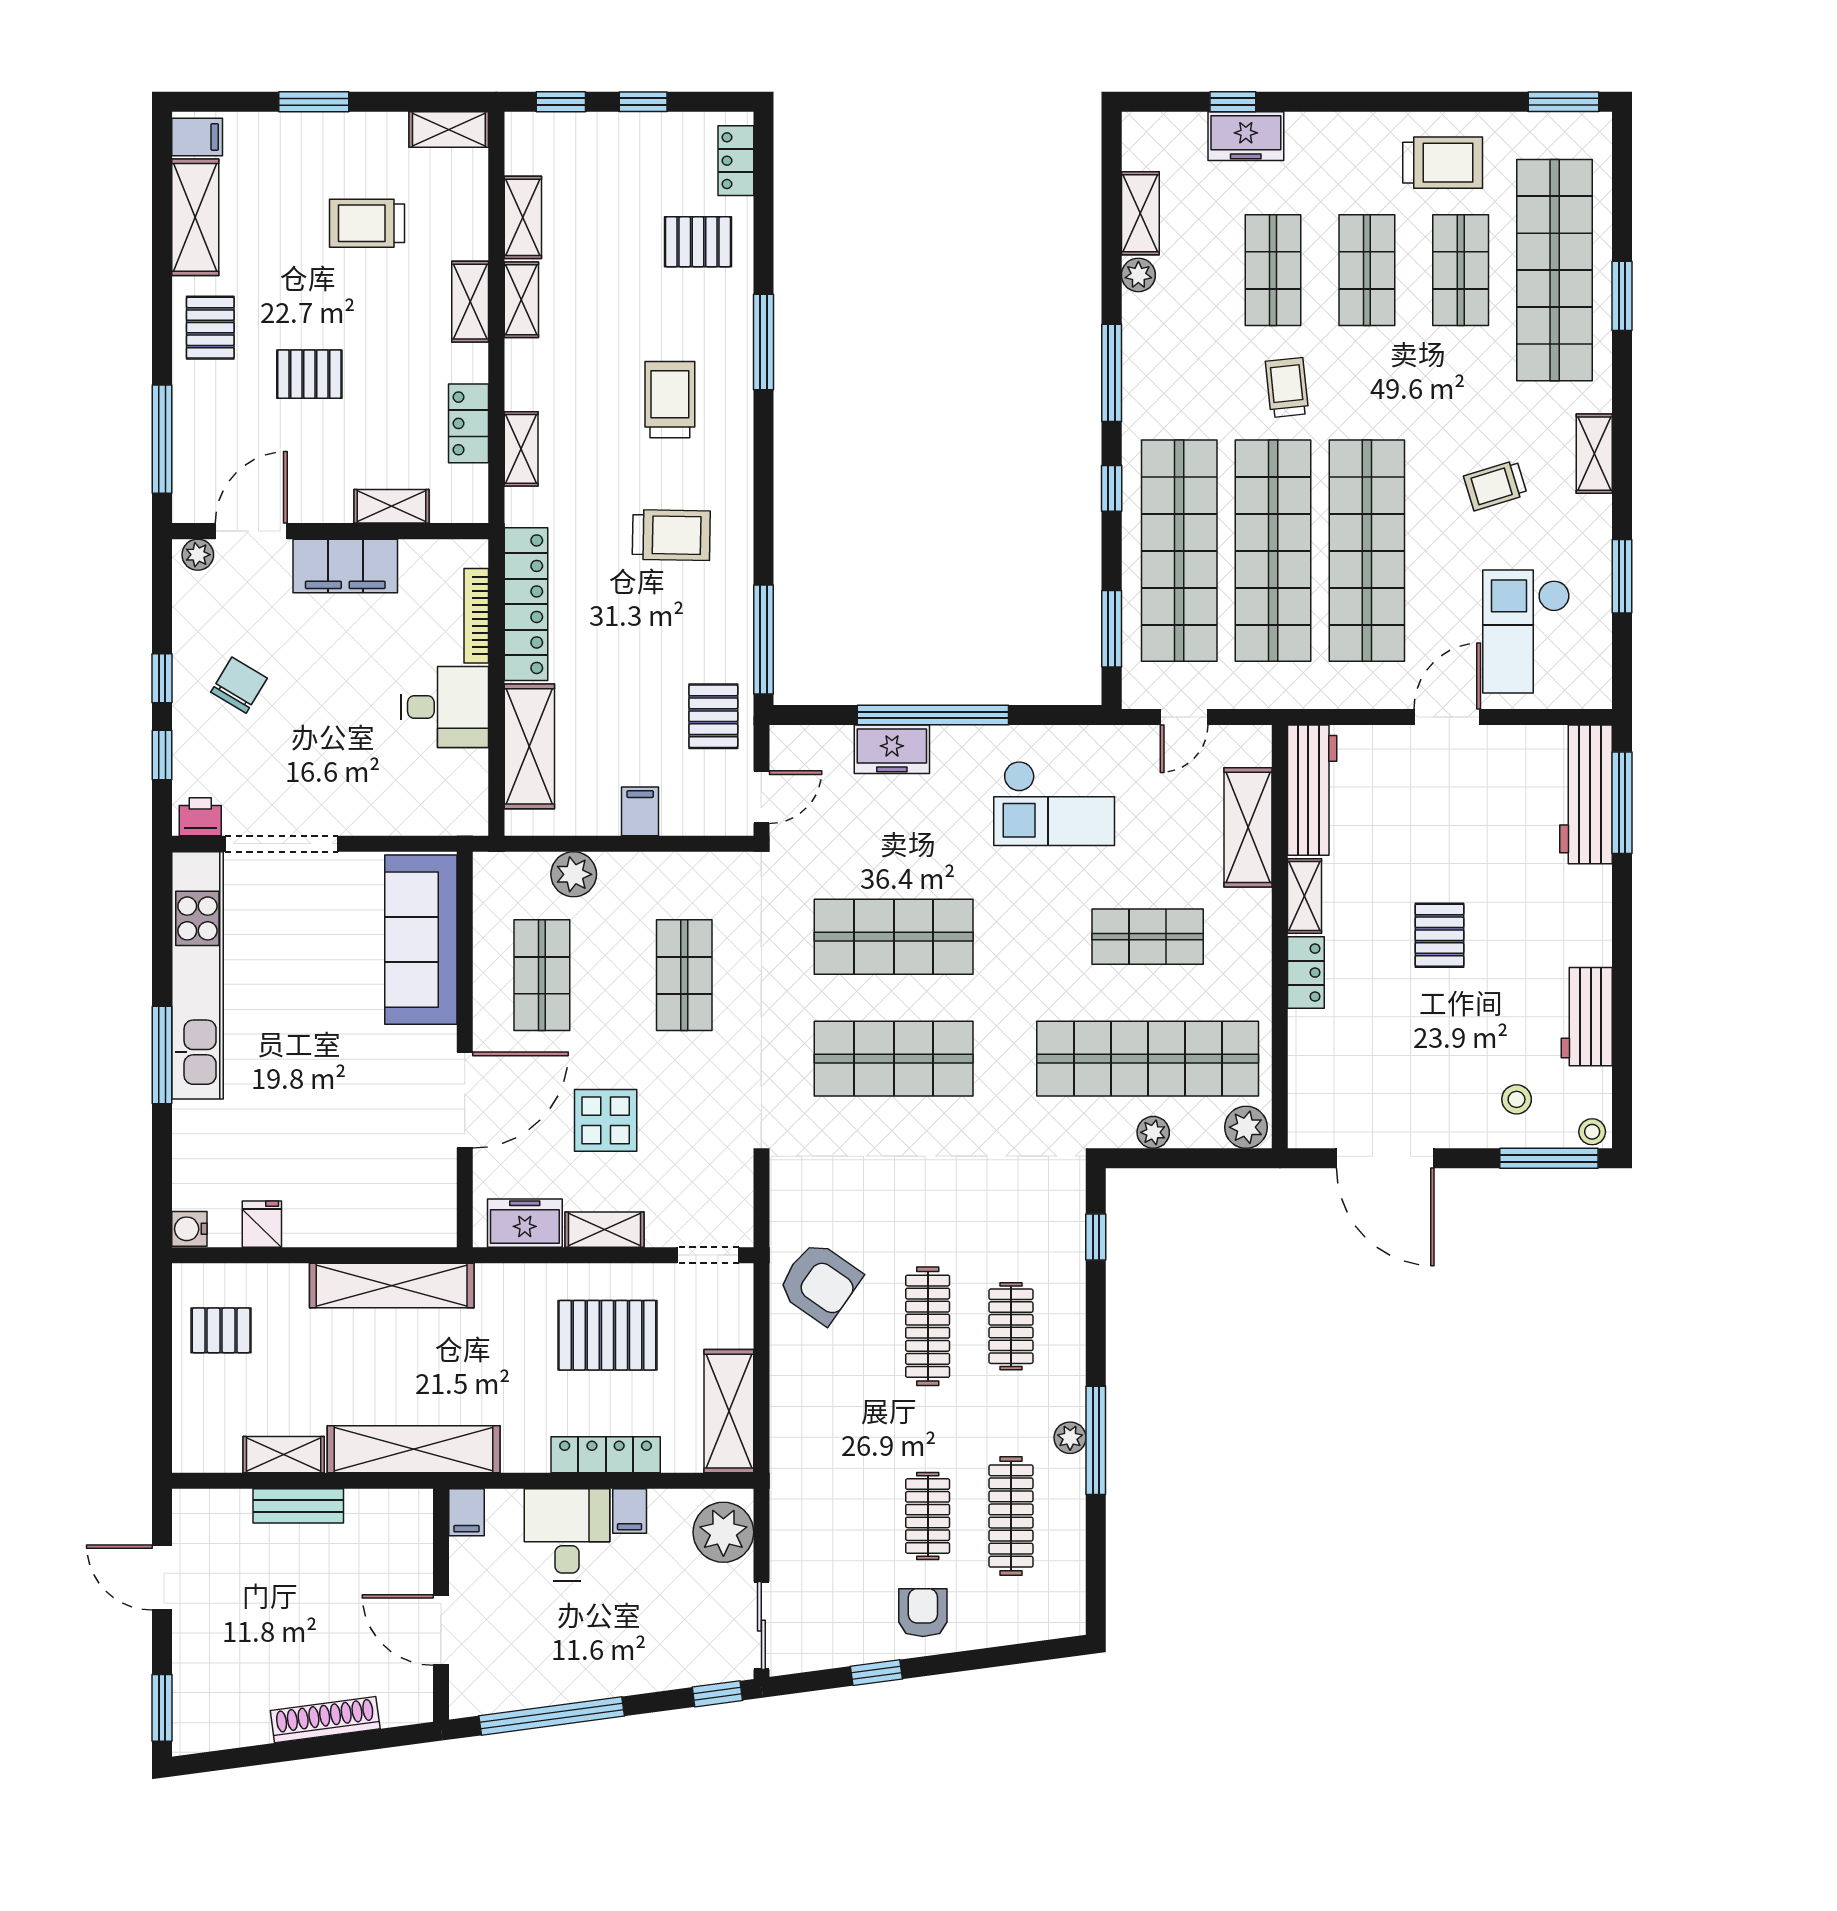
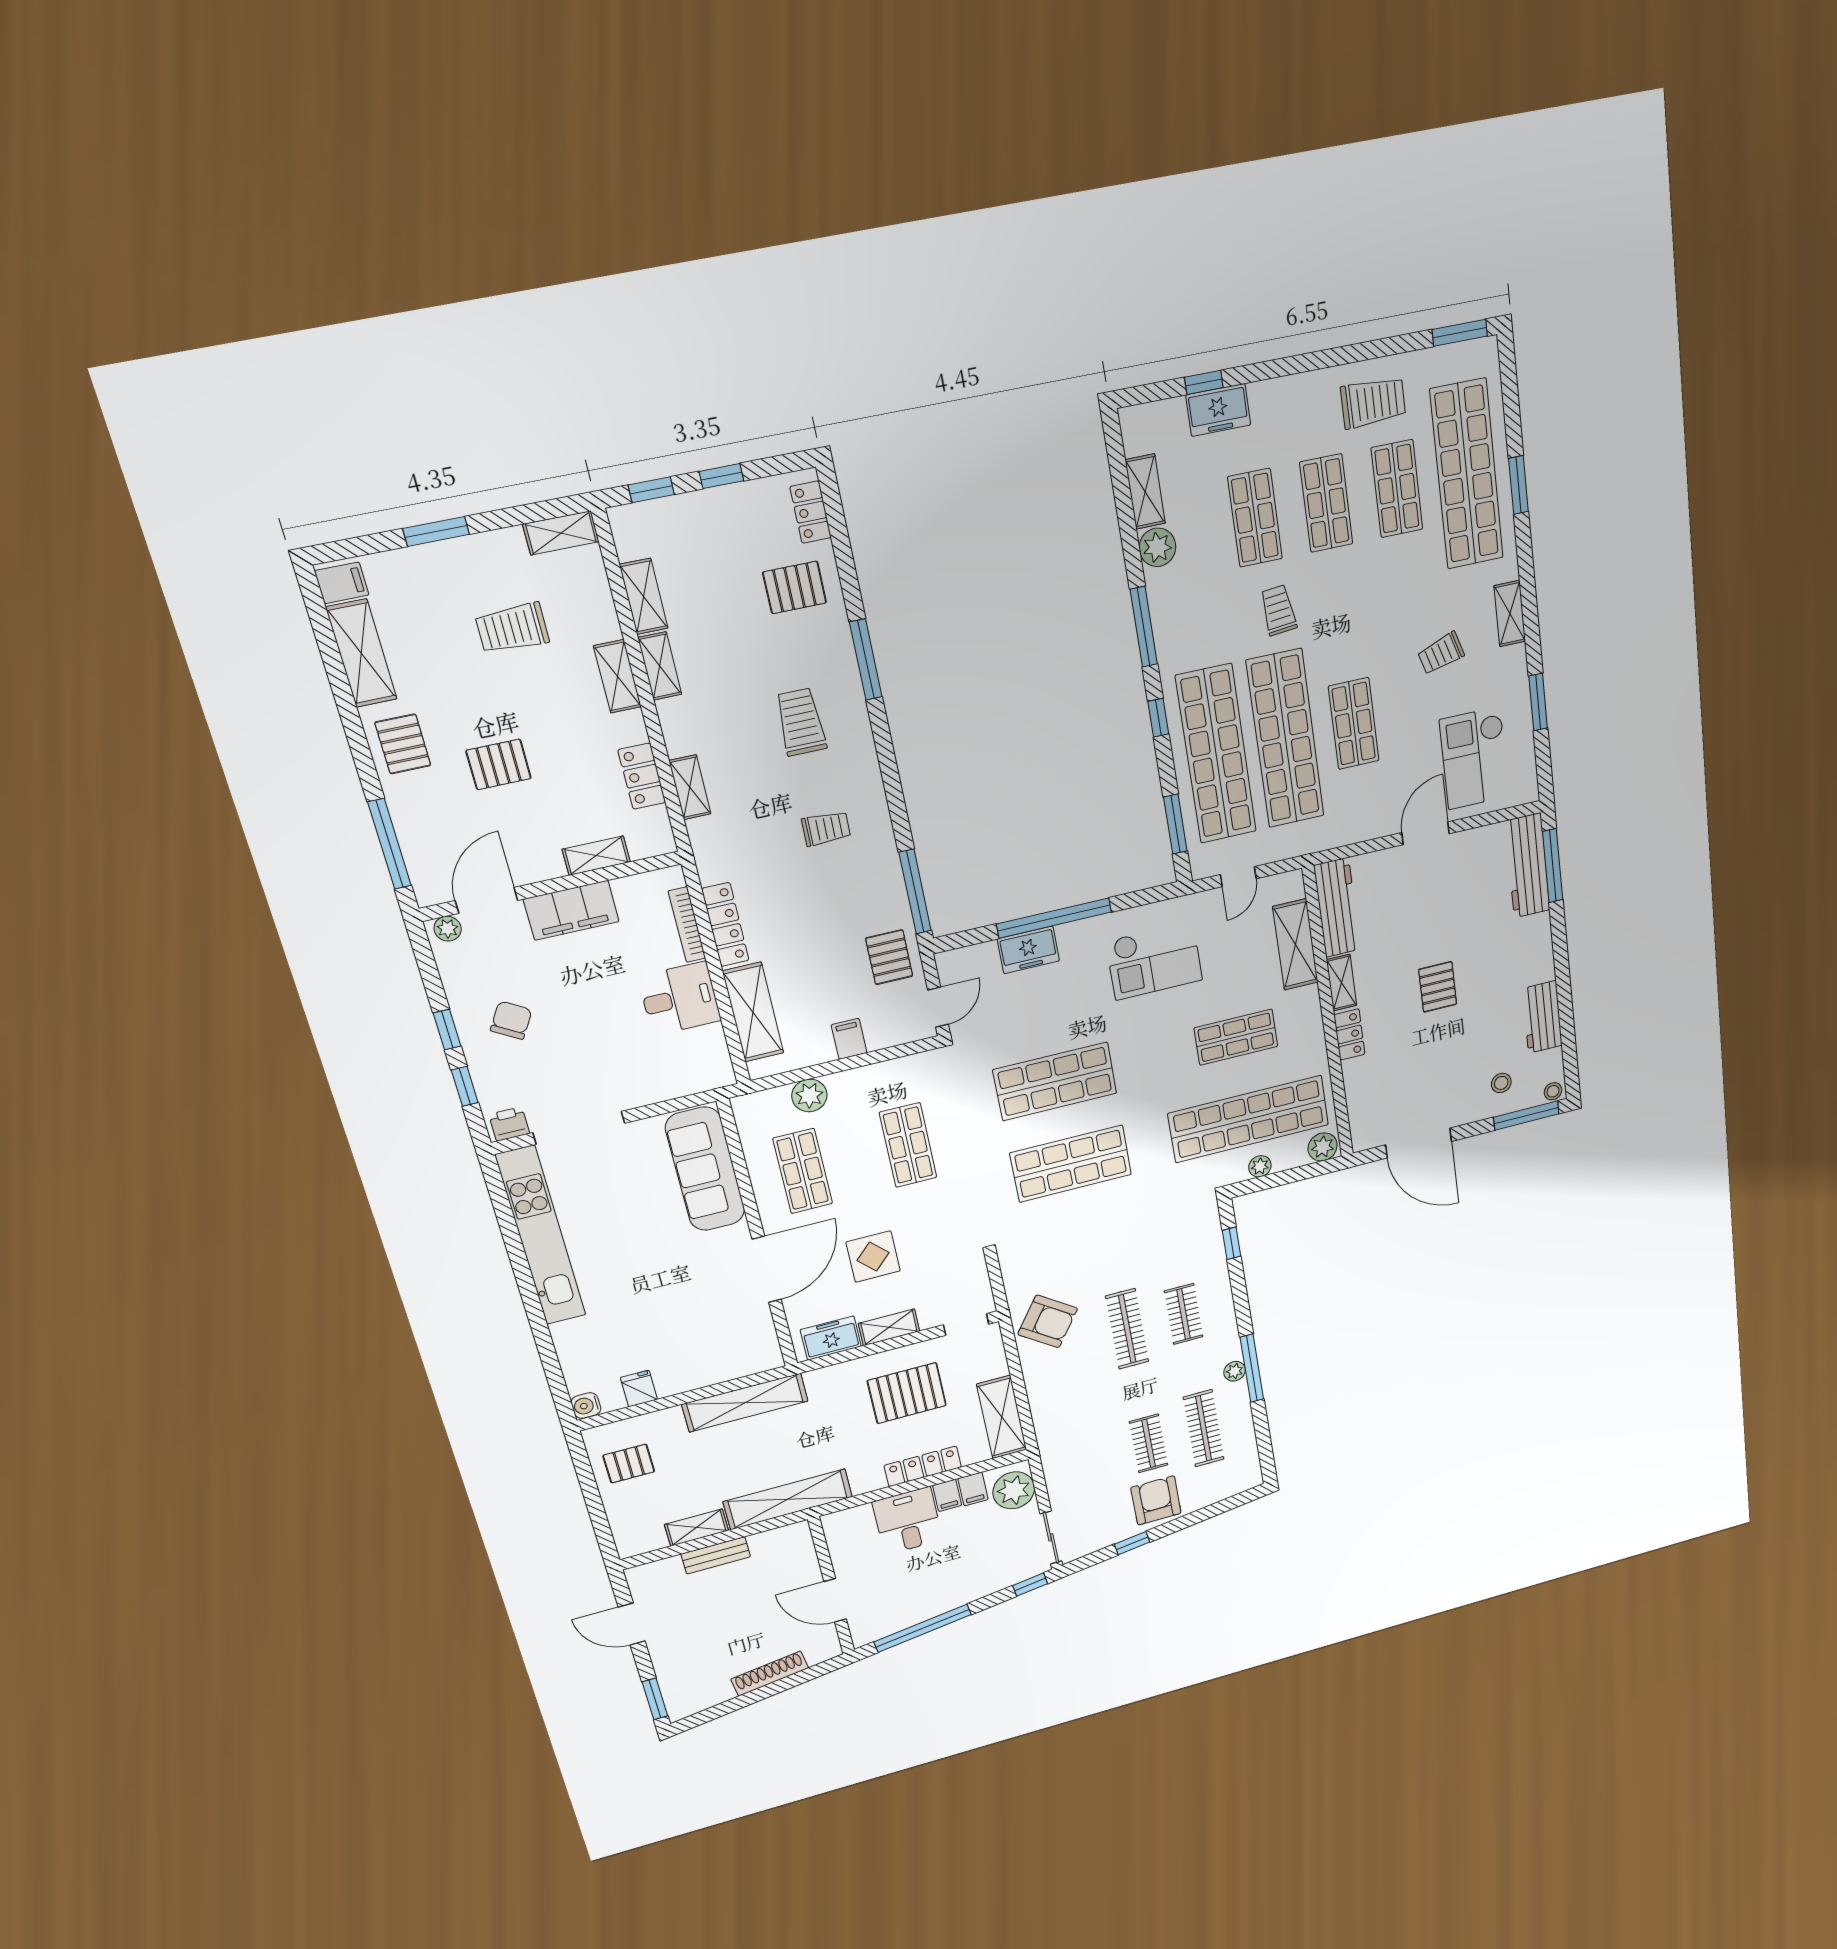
plant: (1138, 275) -> (1157, 547), width x1.38, depth x1.38
trolley: (671, 535) -> (826, 828), width x0.73, depth x0.72
shop shelf: (1367, 551) -> (1354, 724), width x0.50, depth x0.74
locker: (526, 604) -> (725, 925), width x0.71, depth x0.83
window: (162, 1055) -> (530, 1297), removed
filing cabinet: (467, 1512) -> (973, 1489), moved
armchair: (923, 1613) -> (1156, 1500), width x1.38, depth x1.38

